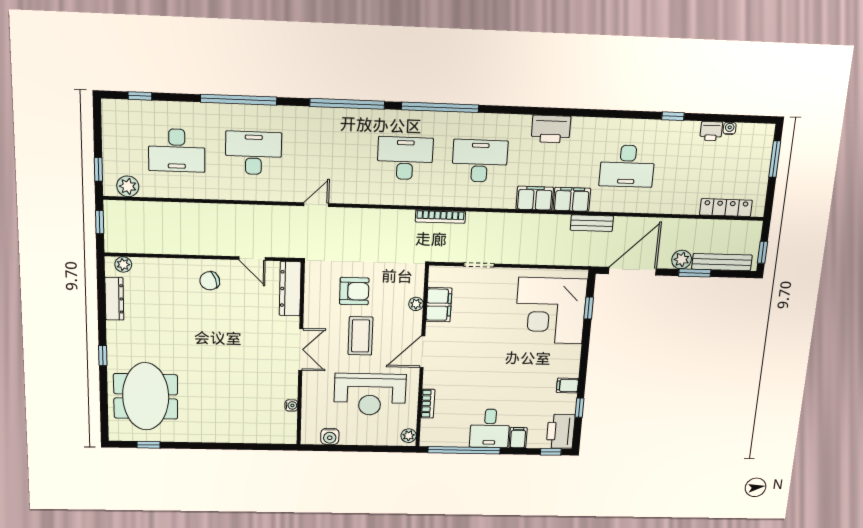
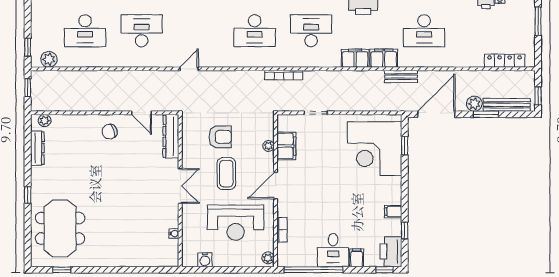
desk: (405, 158) -> (255, 31), turned 180

